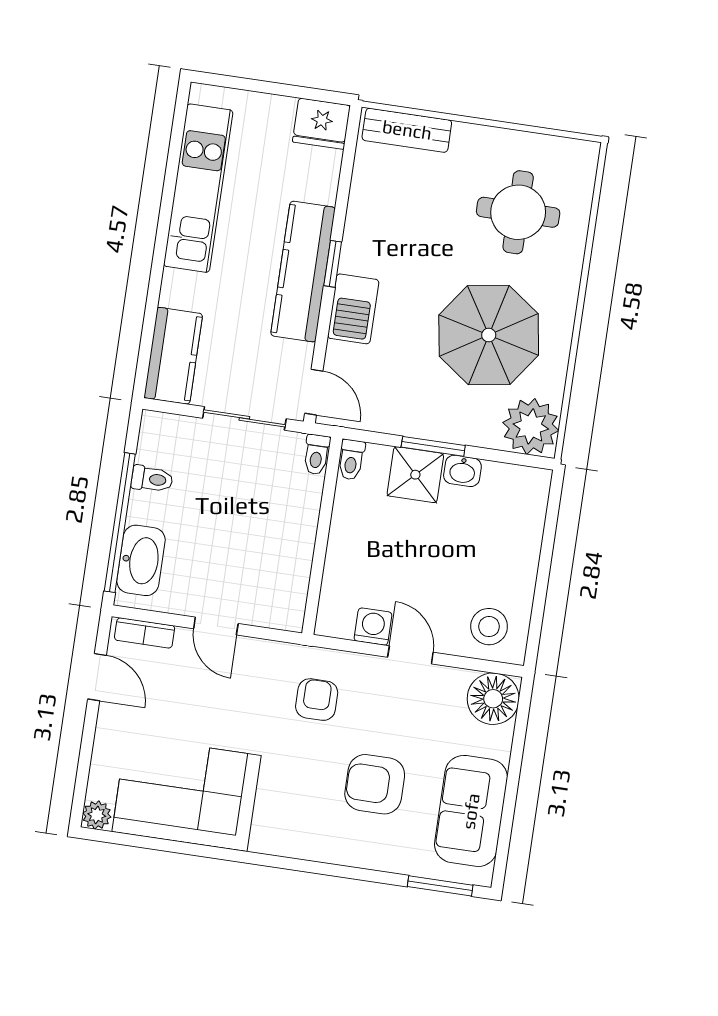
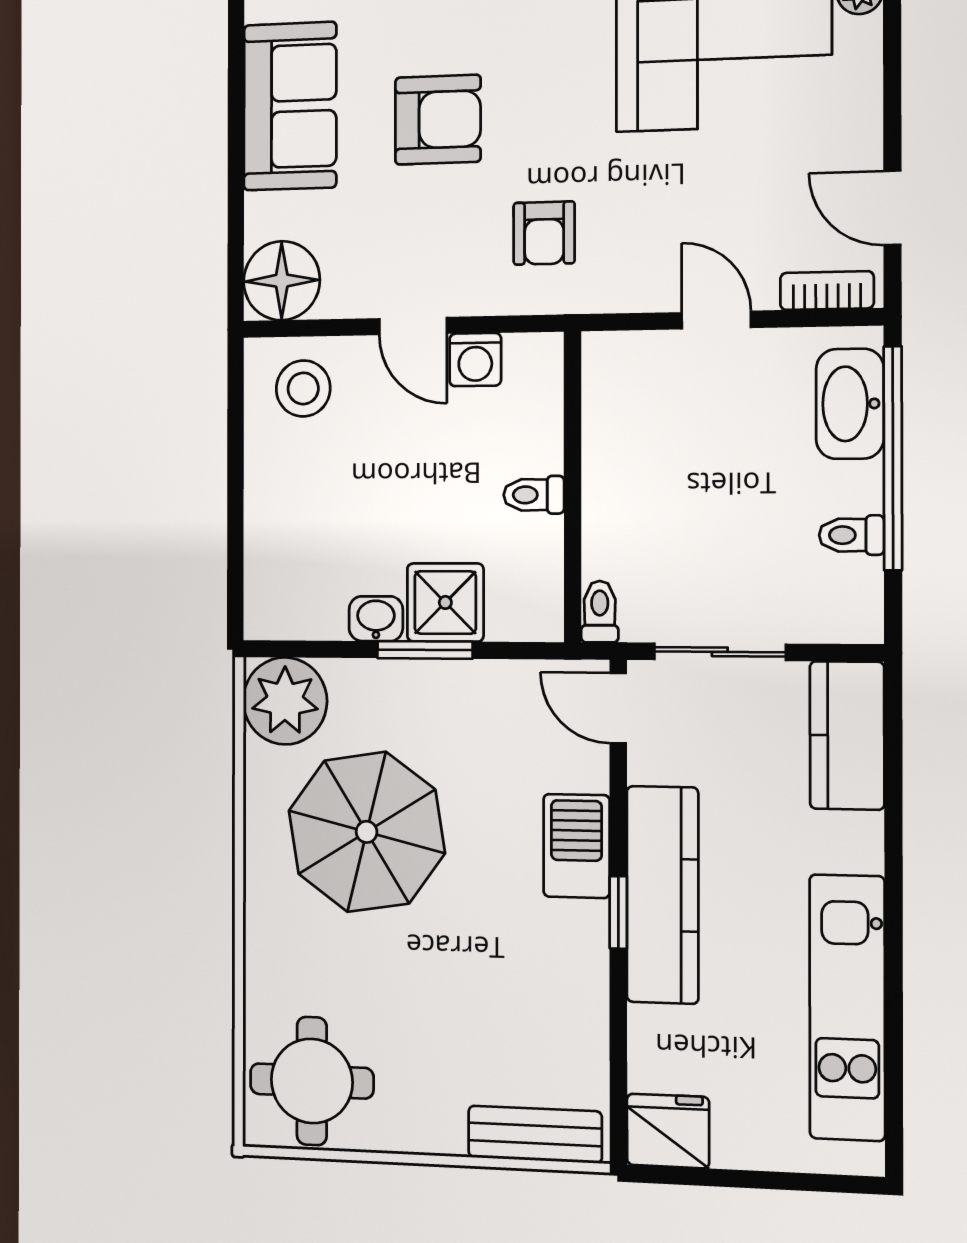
round table: (518, 212) -> (312, 1081), moved
toilet: (351, 460) -> (534, 495), moved, turned -90

